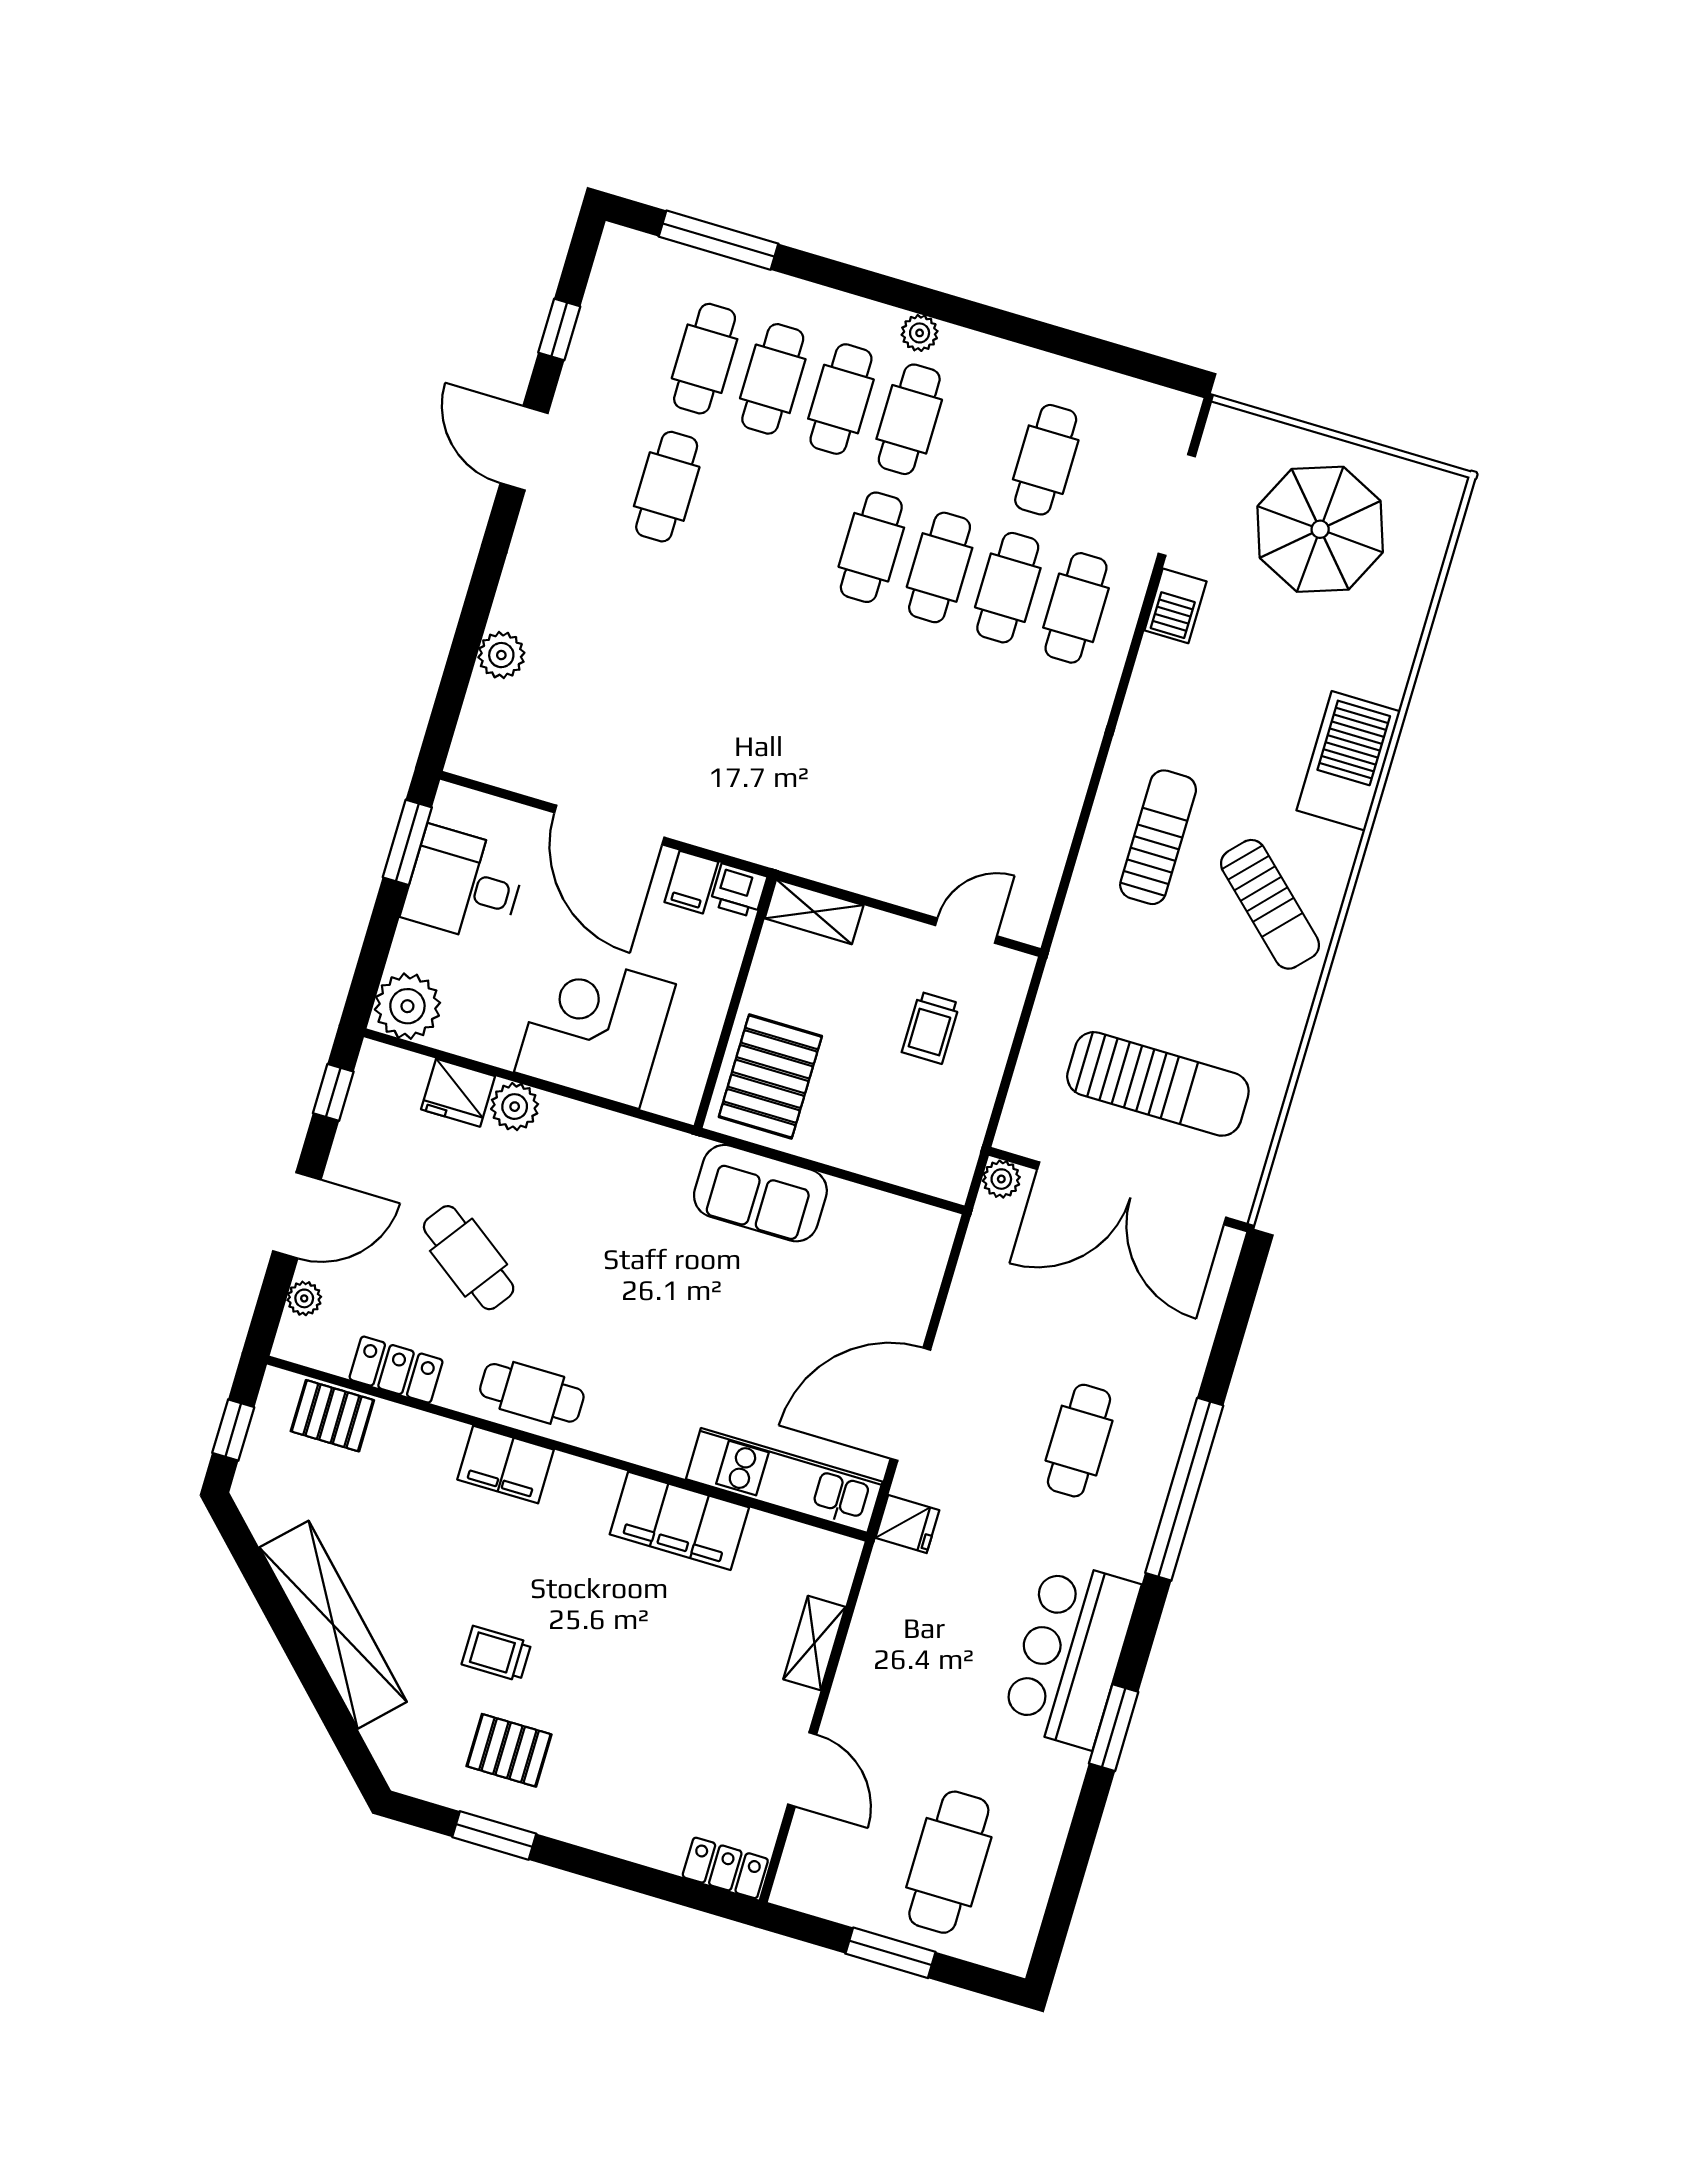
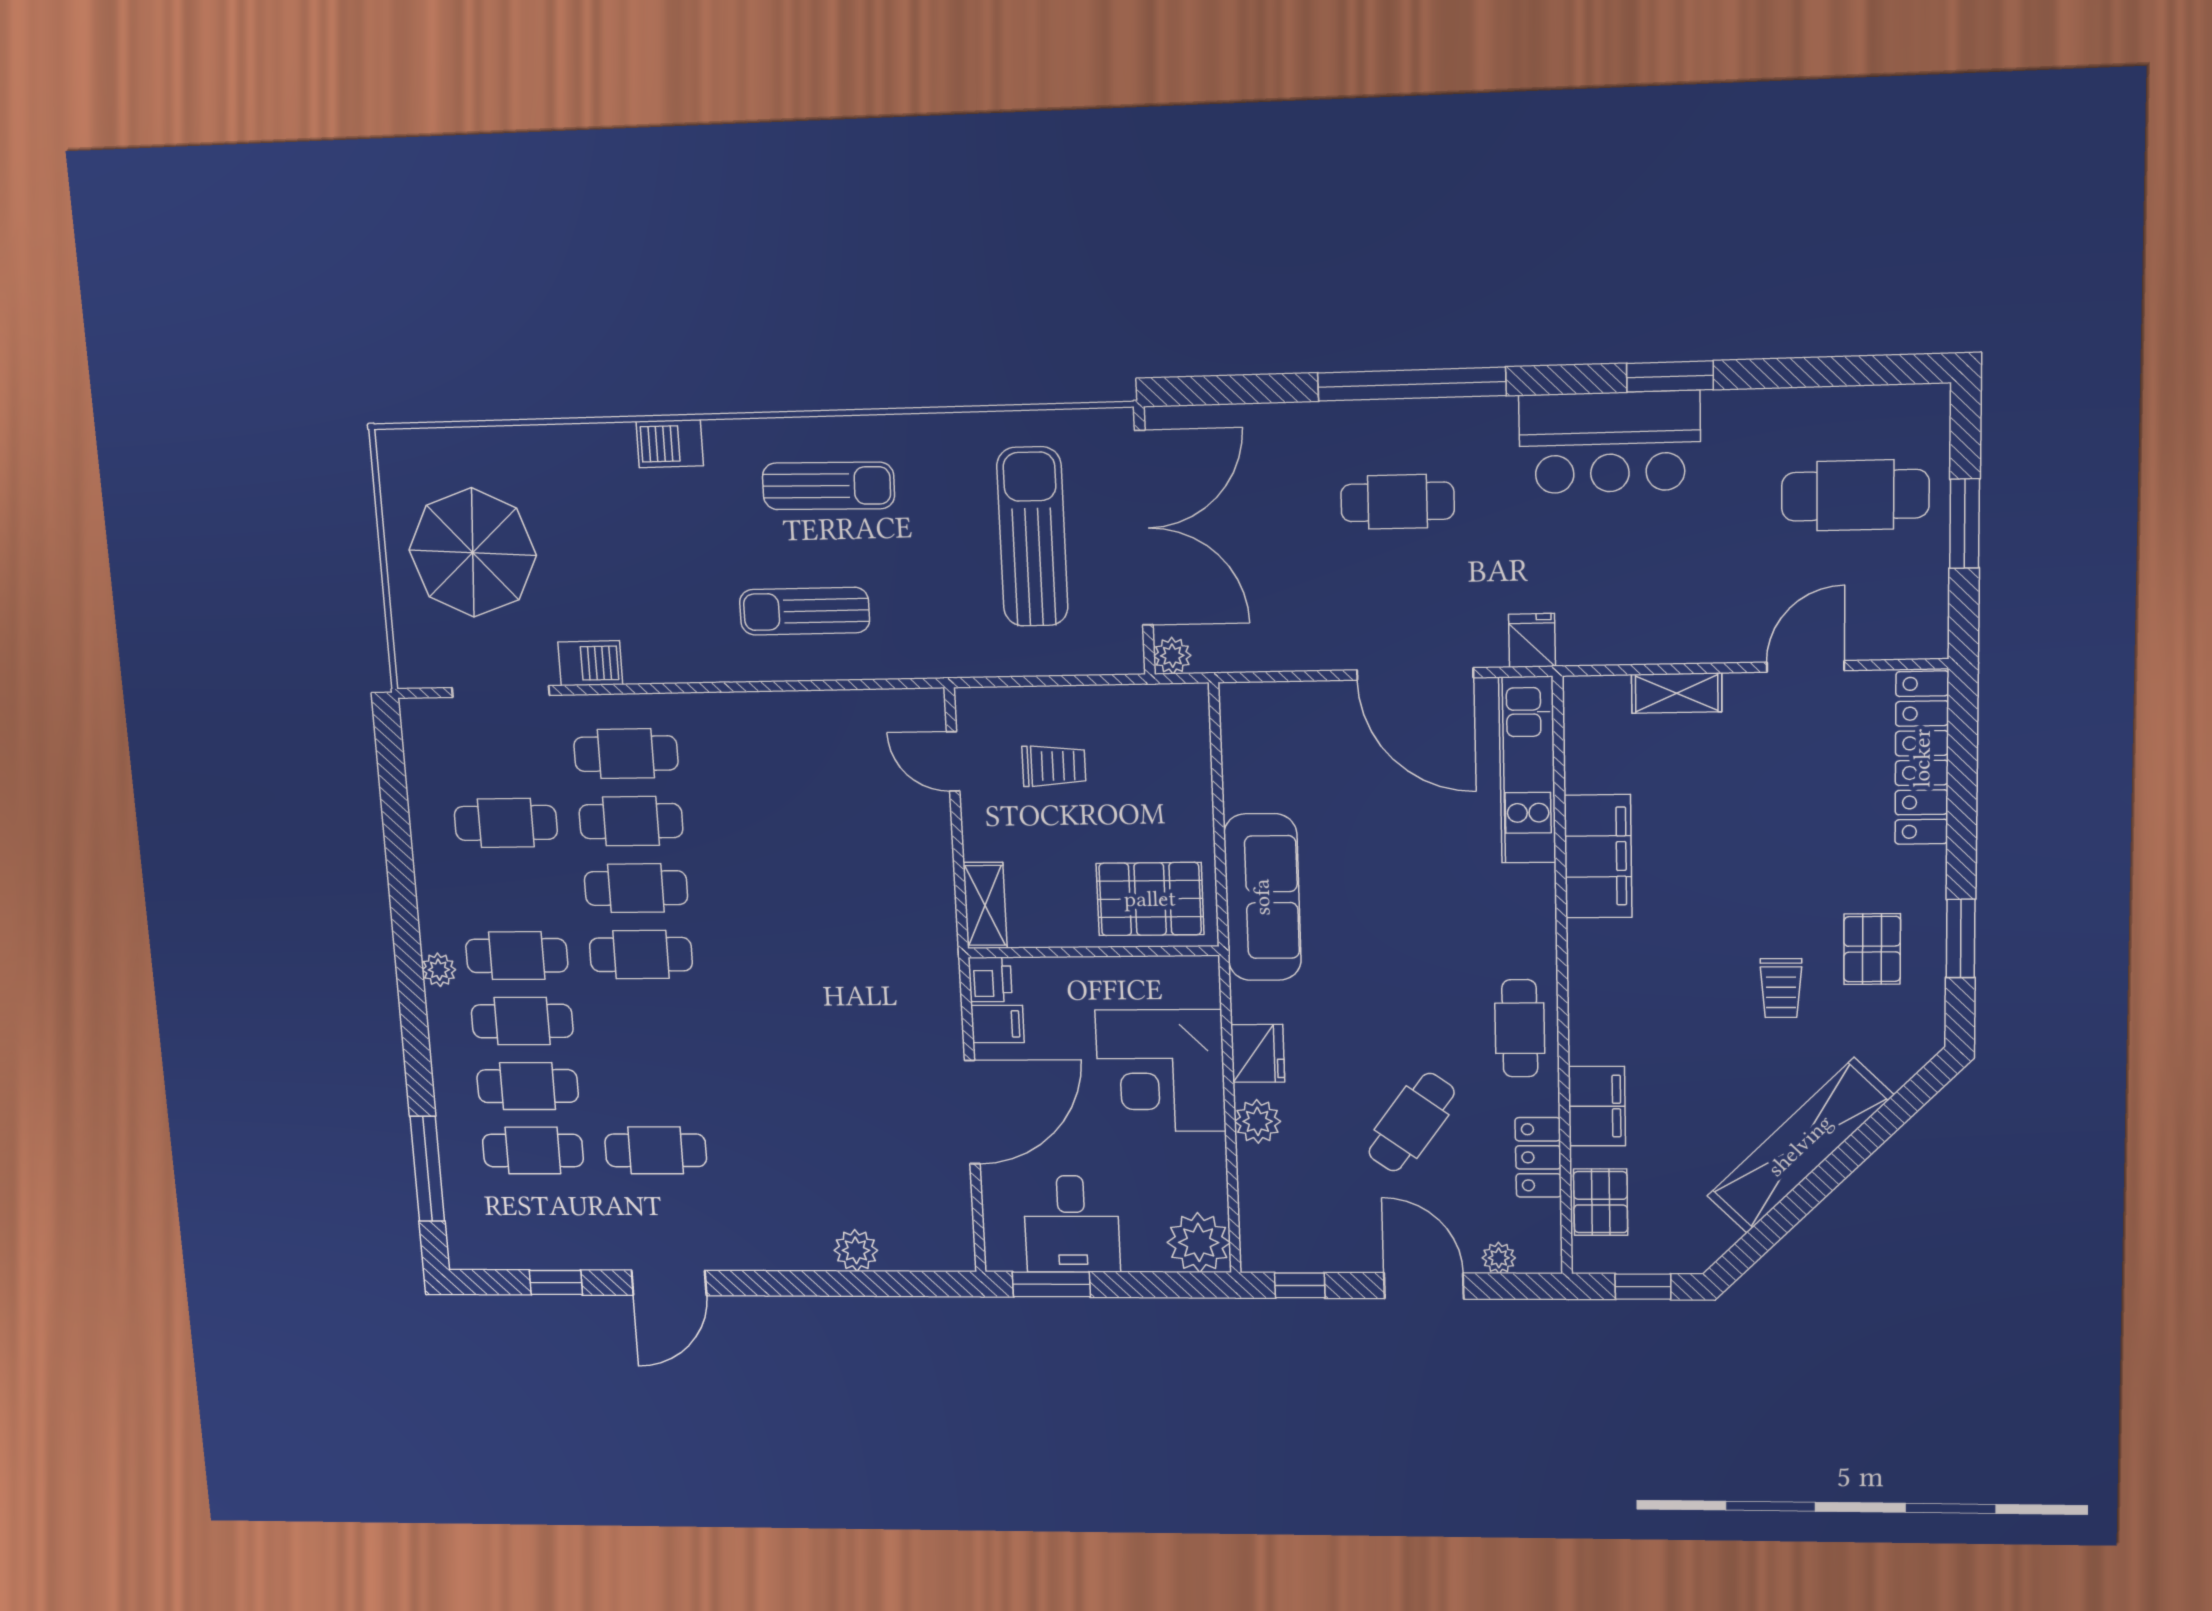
barbecue: (1348, 761) -> (670, 444), width x0.53, depth x0.65
sun lounger: (1270, 904) -> (828, 486), turned 48
fridge: (458, 1093) -> (1258, 1053), moved
sofa: (760, 1193) -> (1262, 897), width x1.36
filing cabinet: (506, 1465) -> (1597, 1106), moved
locker: (725, 1868) -> (1922, 758), width x2.16, depth x1.21

